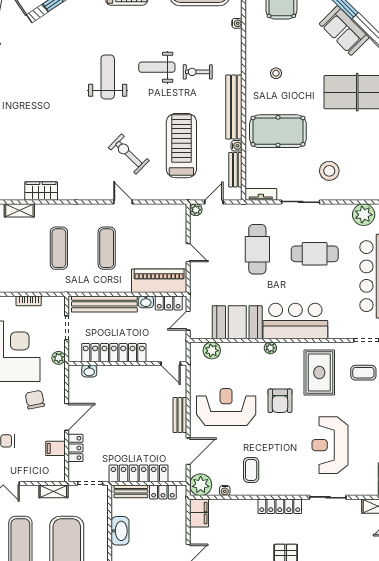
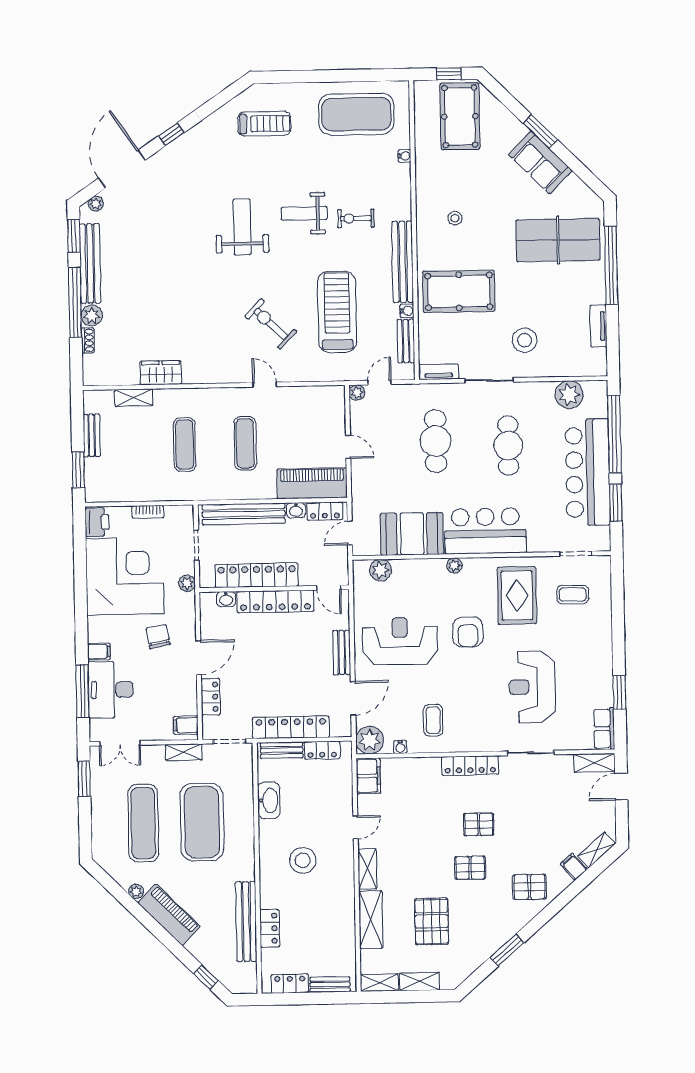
cafe table: (315, 254) -> (508, 446), turned 90
locker: (128, 374) -> (275, 601), added
filing cabinet: (55, 448) -> (186, 725), moved

